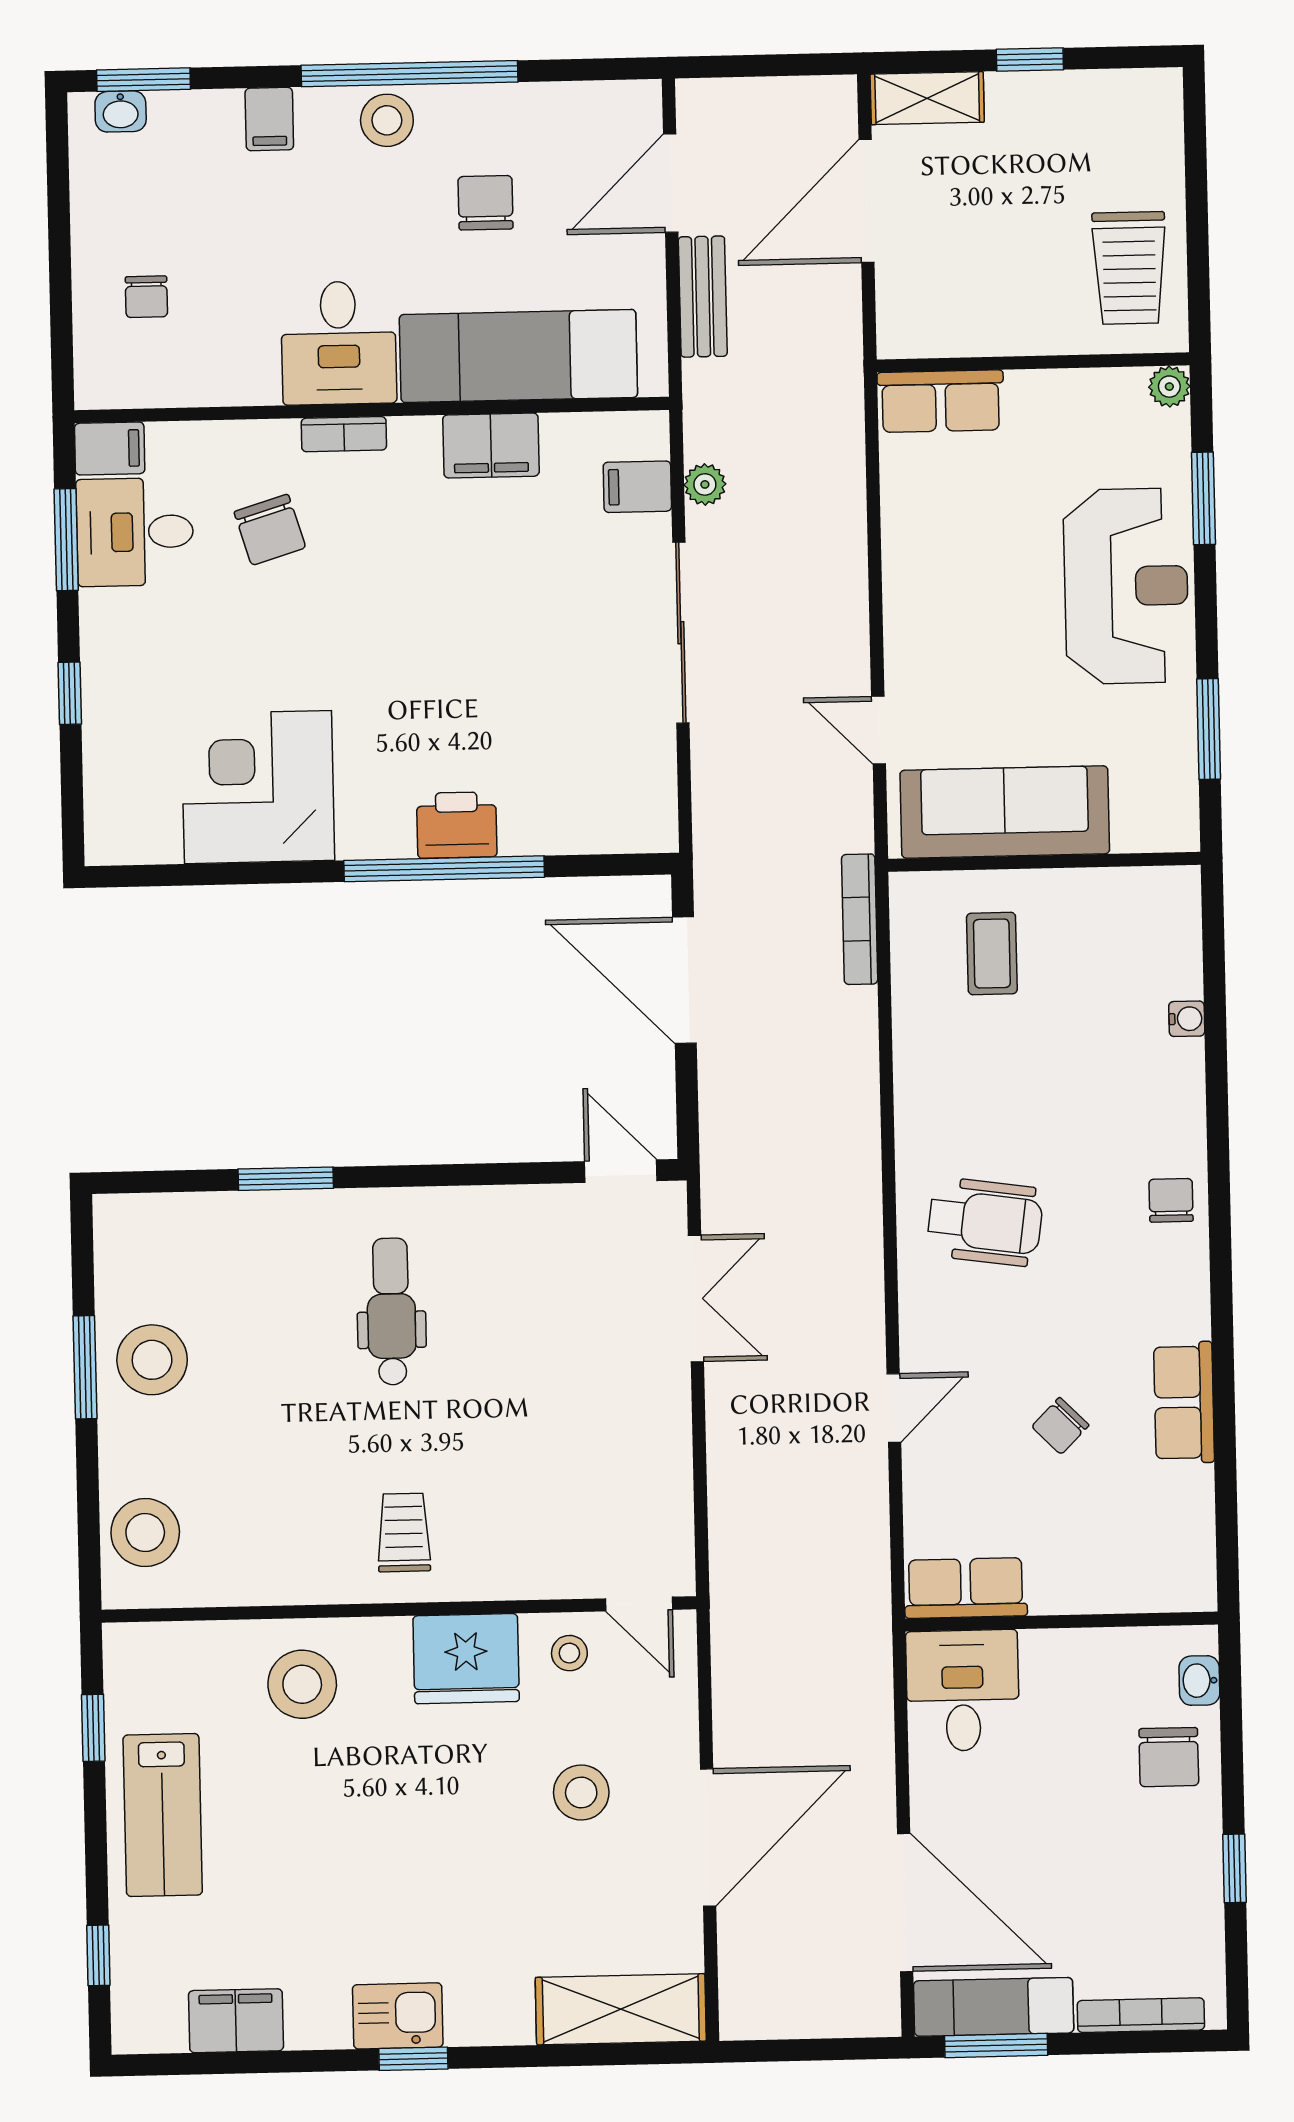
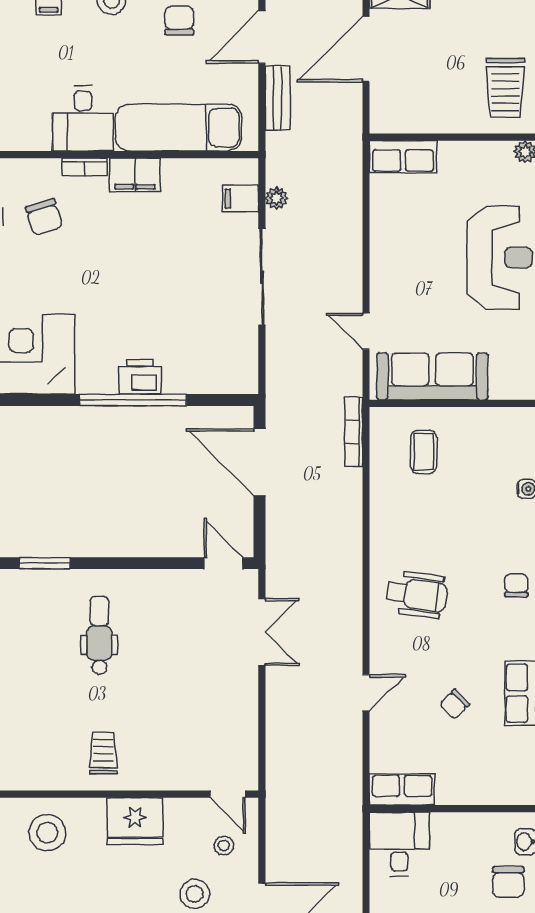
chair: (486, 203) -> (179, 21), moved
filing cabinet: (491, 446) -> (135, 175), moved
stool: (569, 1653) -> (224, 846), moved

